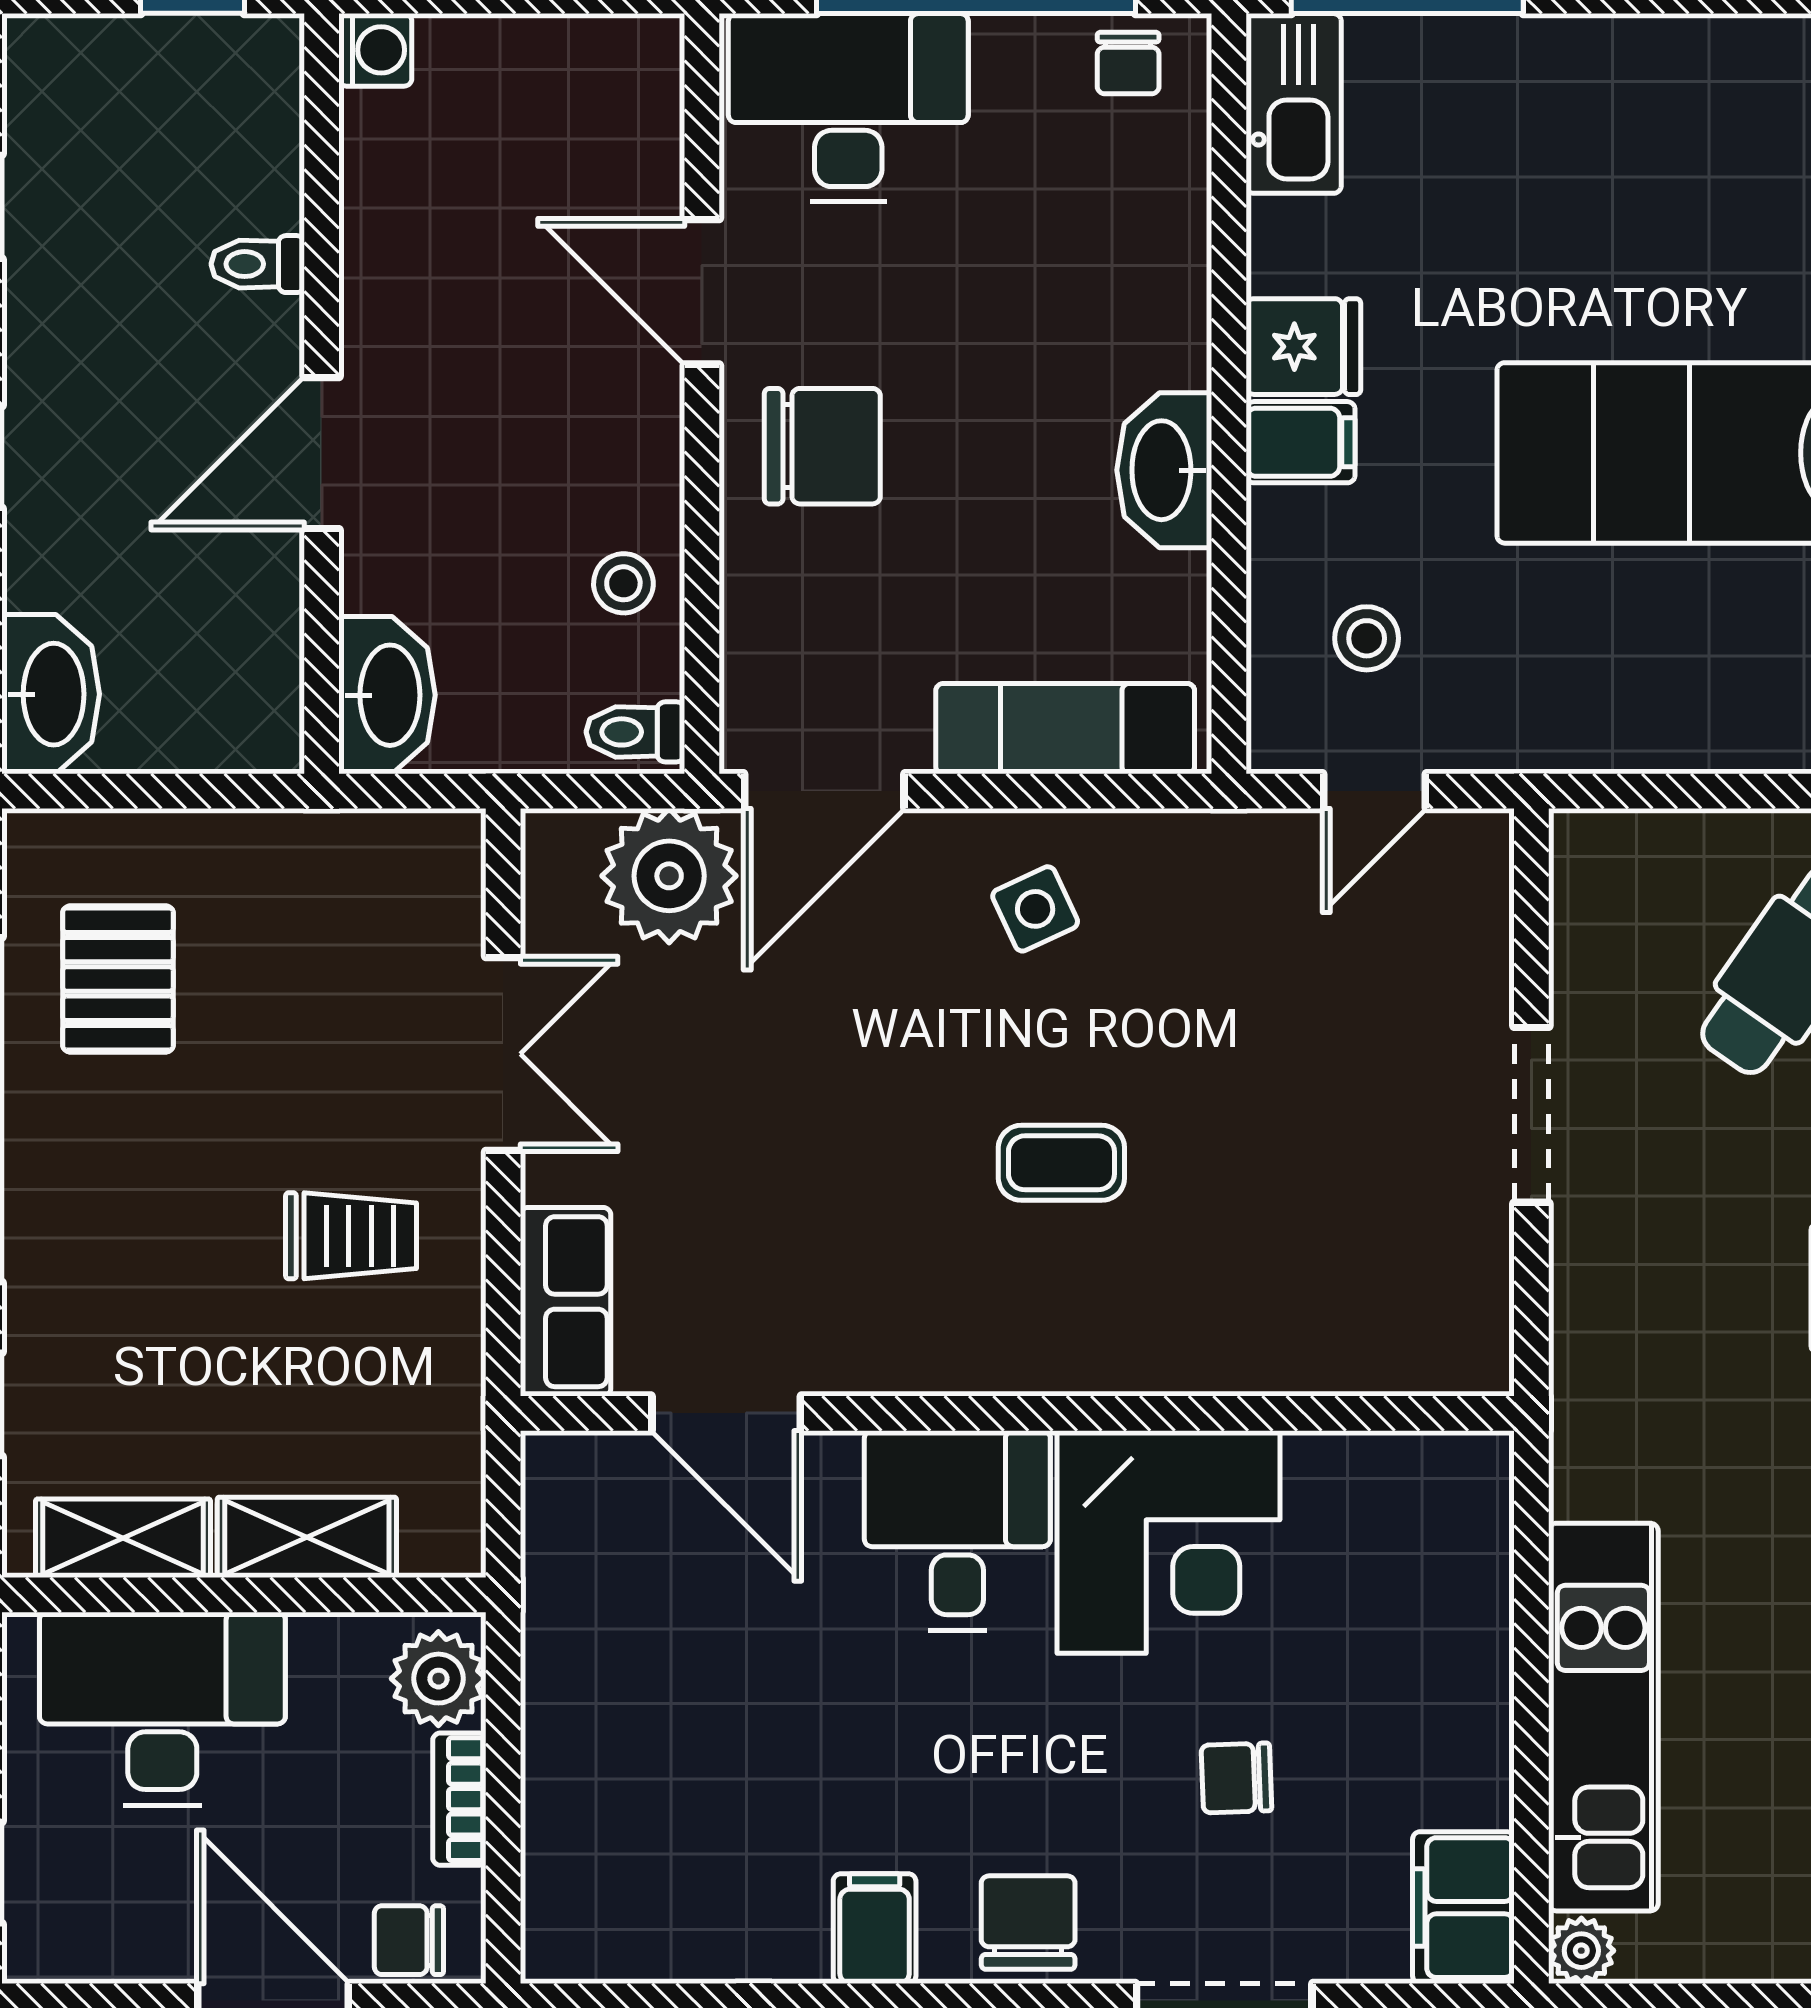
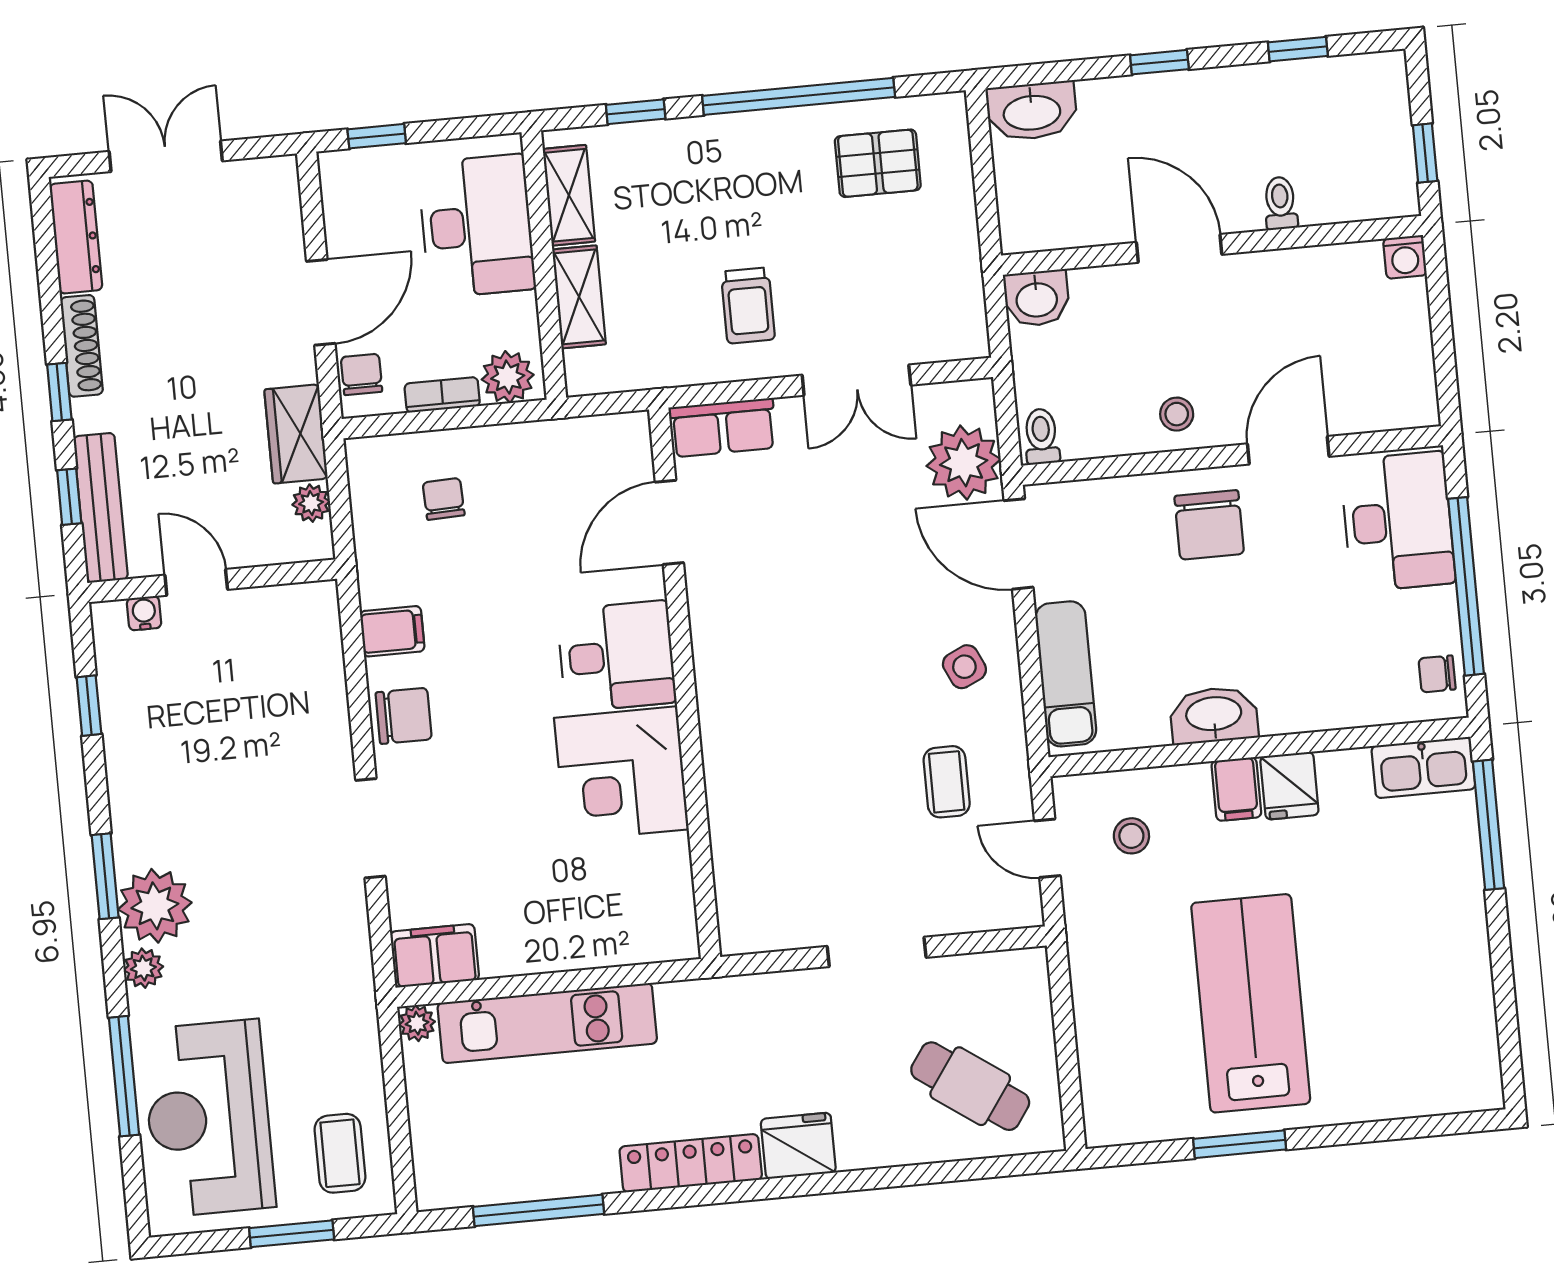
stool: (623, 583) -> (1177, 414), moved
washbasin: (387, 695) -> (1037, 298), width x0.72
coffee table: (1061, 1163) -> (947, 782), moved
chair: (1236, 1778) -> (444, 499), moved

